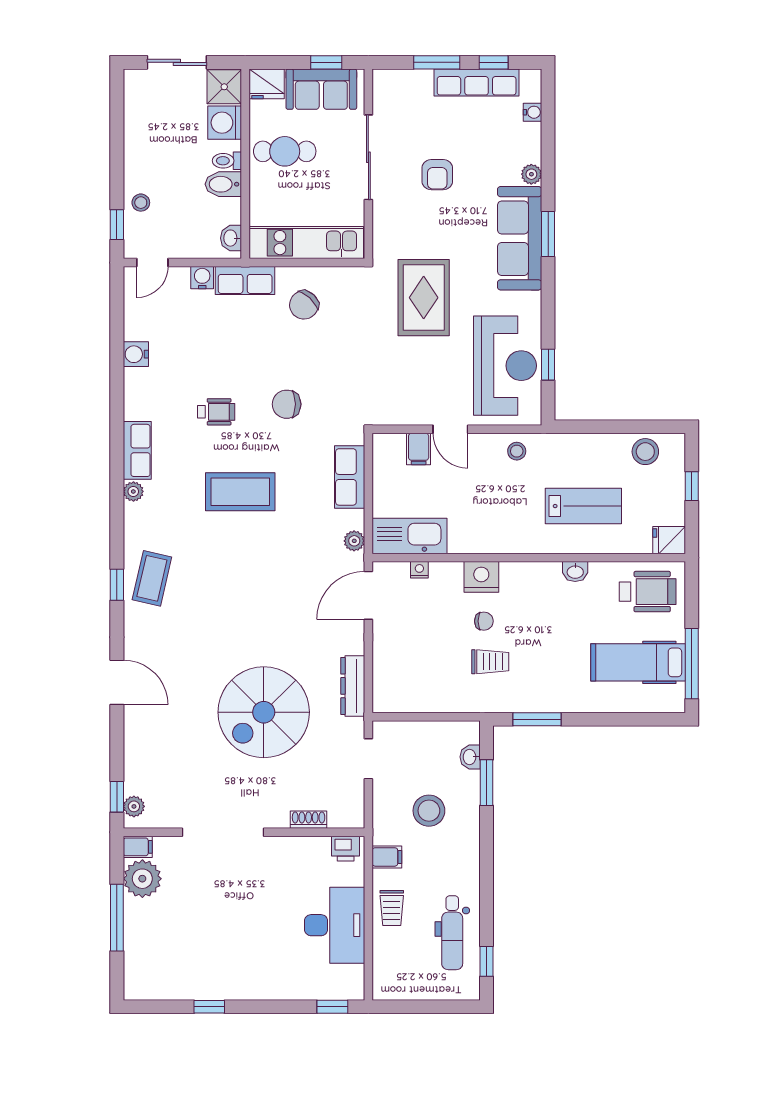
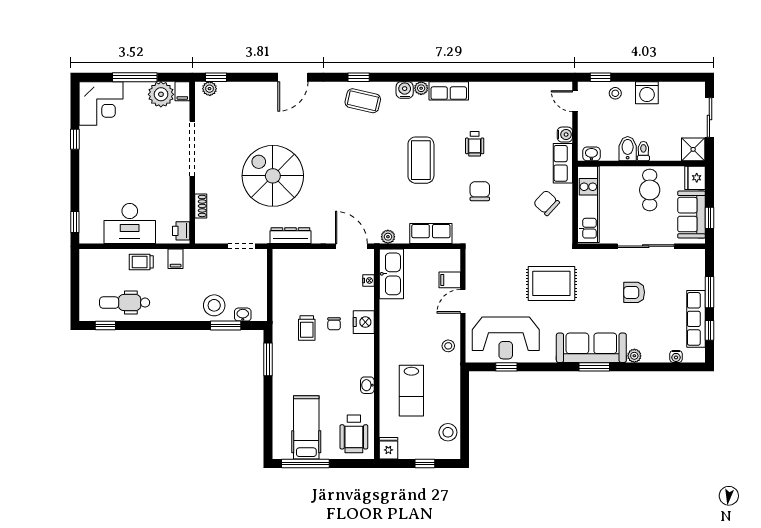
washing machine: (225, 123) -> (647, 93), moved, turned 180
water cooler: (136, 354) -> (405, 90), moved
stool: (429, 811) -> (214, 305), moved
corner desk: (156, 968) -> (101, 103), added

